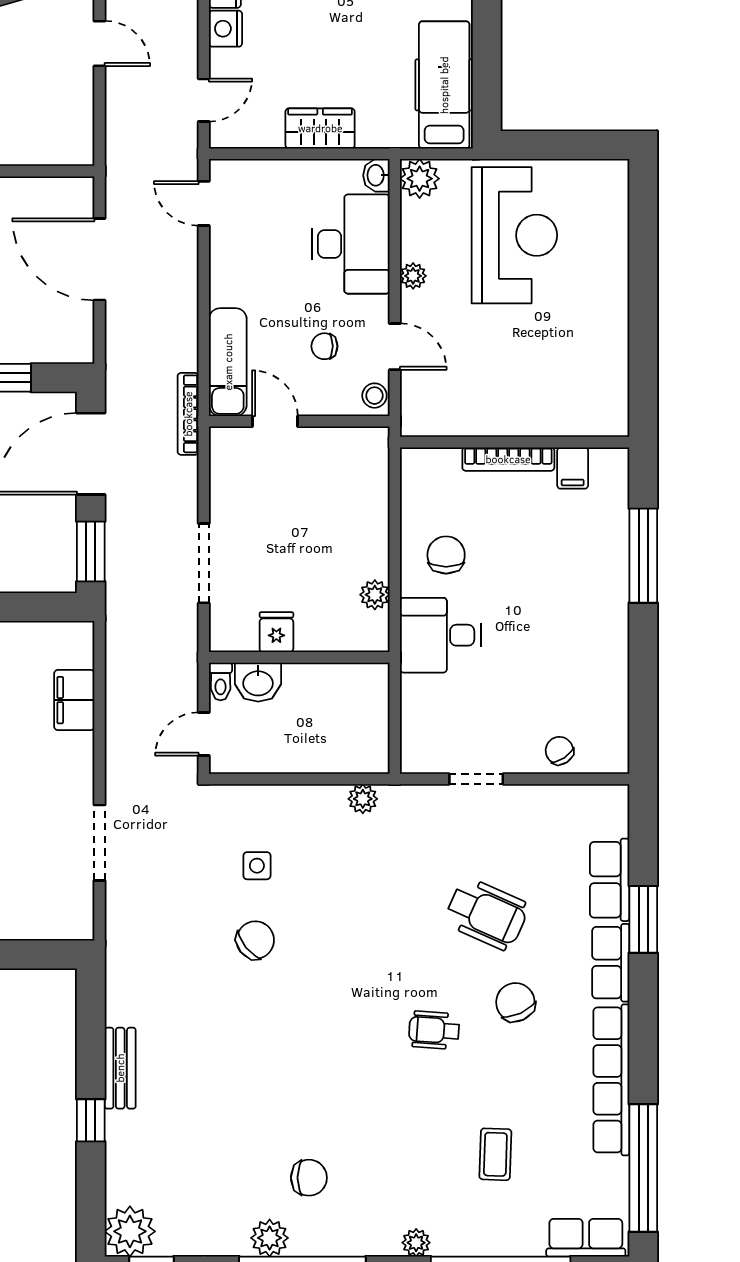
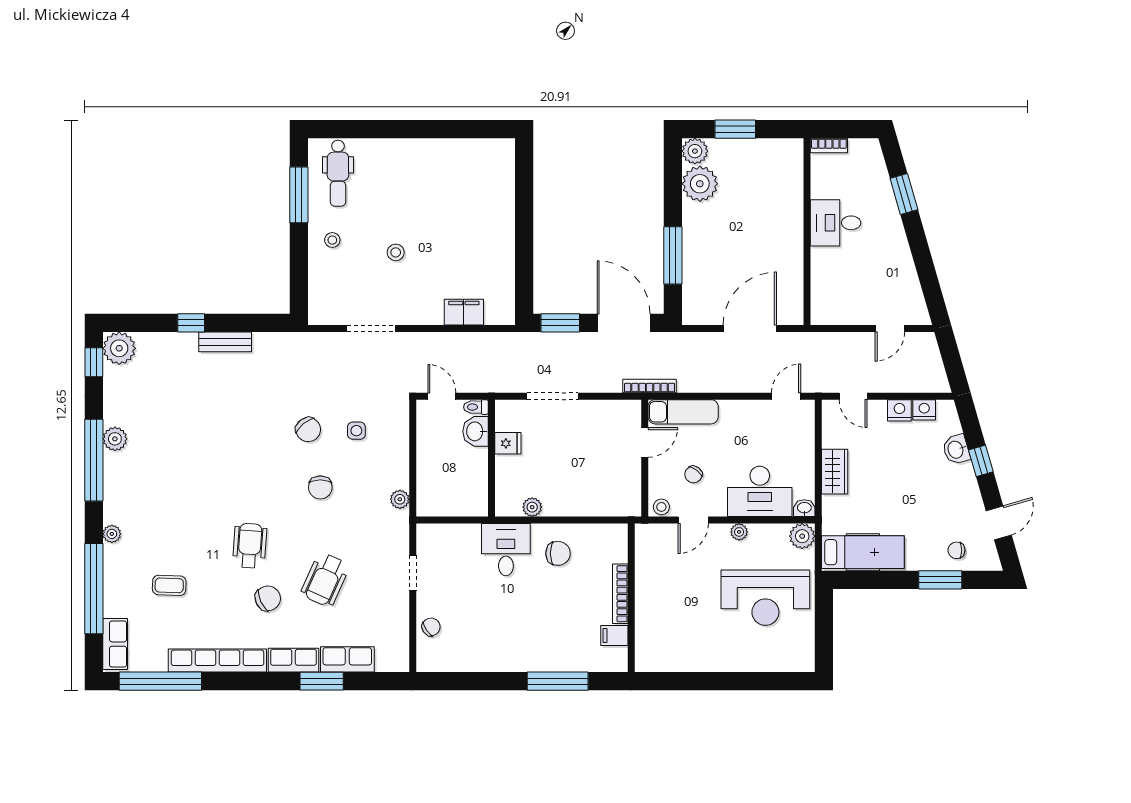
chair: (324, 346) -> (693, 474), turned -143
wheelchair: (434, 1030) -> (250, 546), width x1.36, depth x1.37
chair: (309, 1178) -> (320, 487), moved

